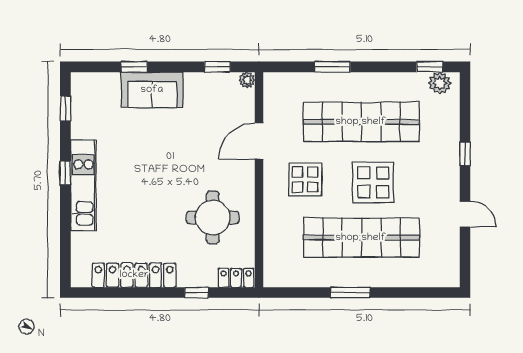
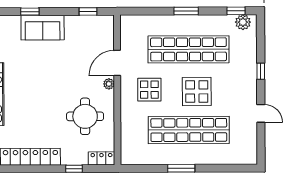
window: (332, 67) -> (186, 11), moved
plant: (247, 80) -> (109, 84), moved

